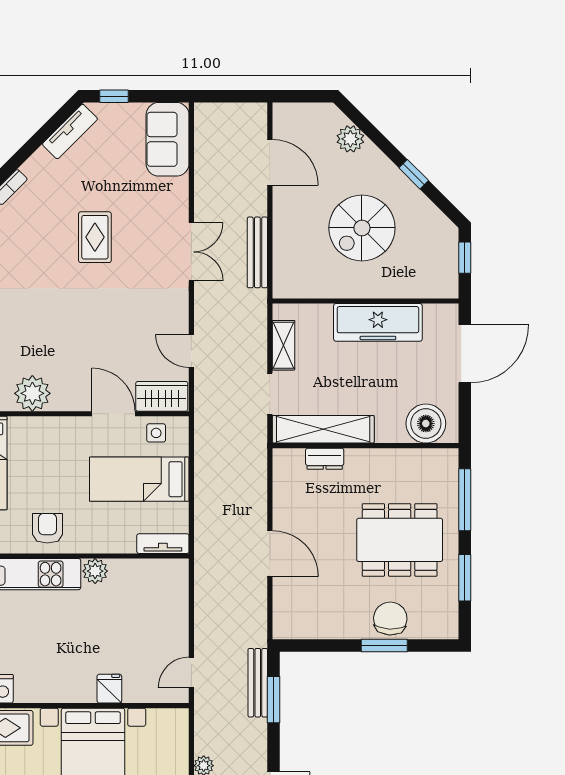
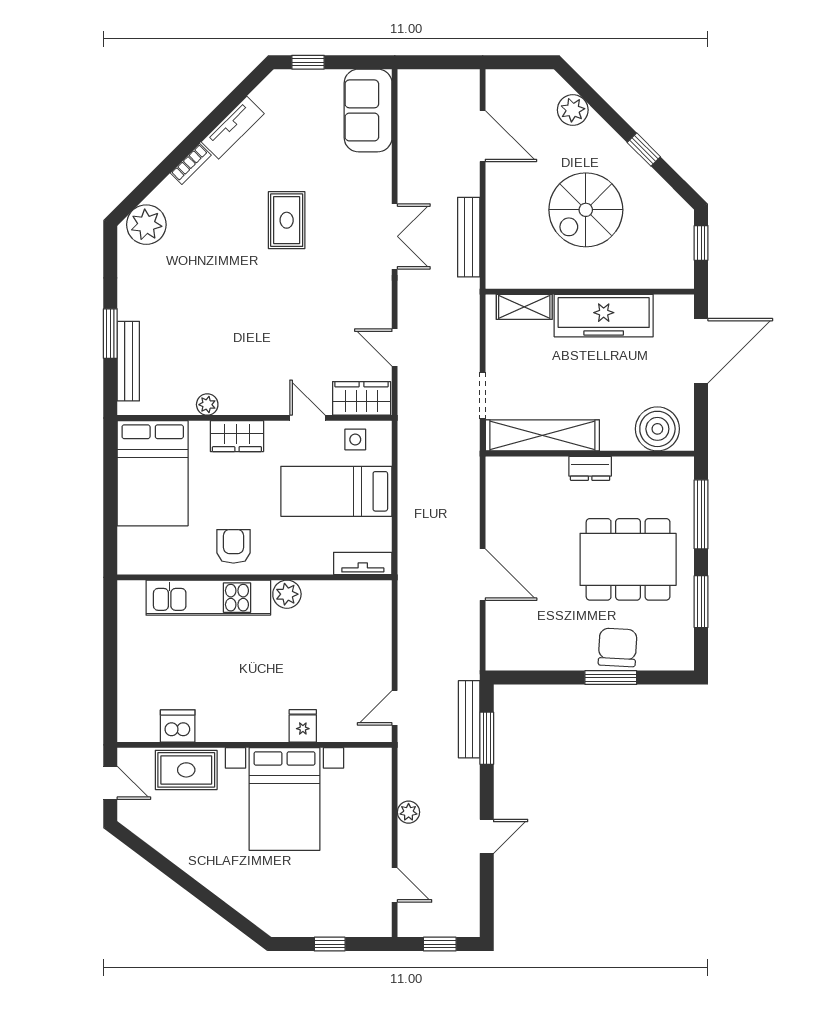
tv unit: (70, 132) -> (233, 128), moved
shelving: (283, 345) -> (524, 307), moved, turned 90
plant: (32, 393) -> (207, 405), width x0.53, depth x0.53
door: (113, 414) -> (307, 418), width x0.73
wardrobe: (51, 430) -> (237, 436), added
dresser: (325, 459) -> (590, 468), moved

